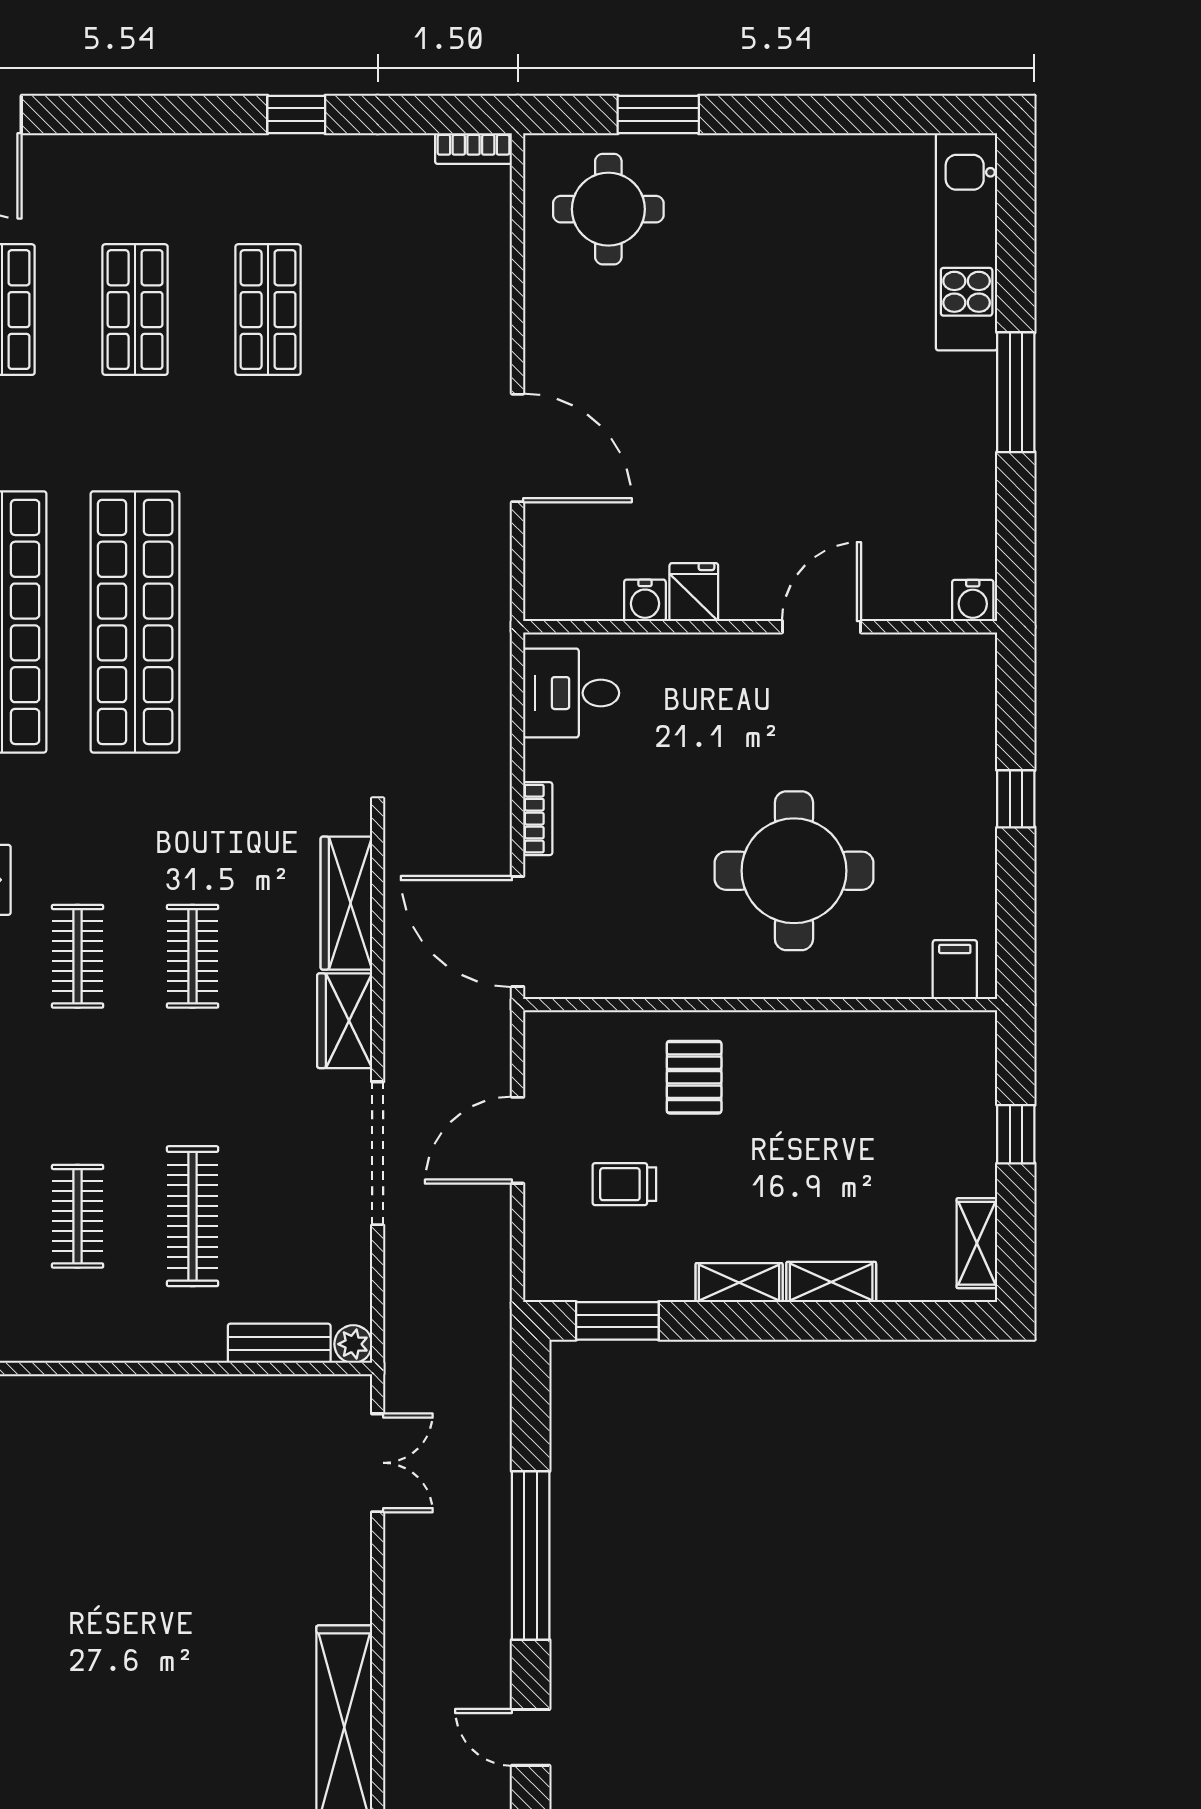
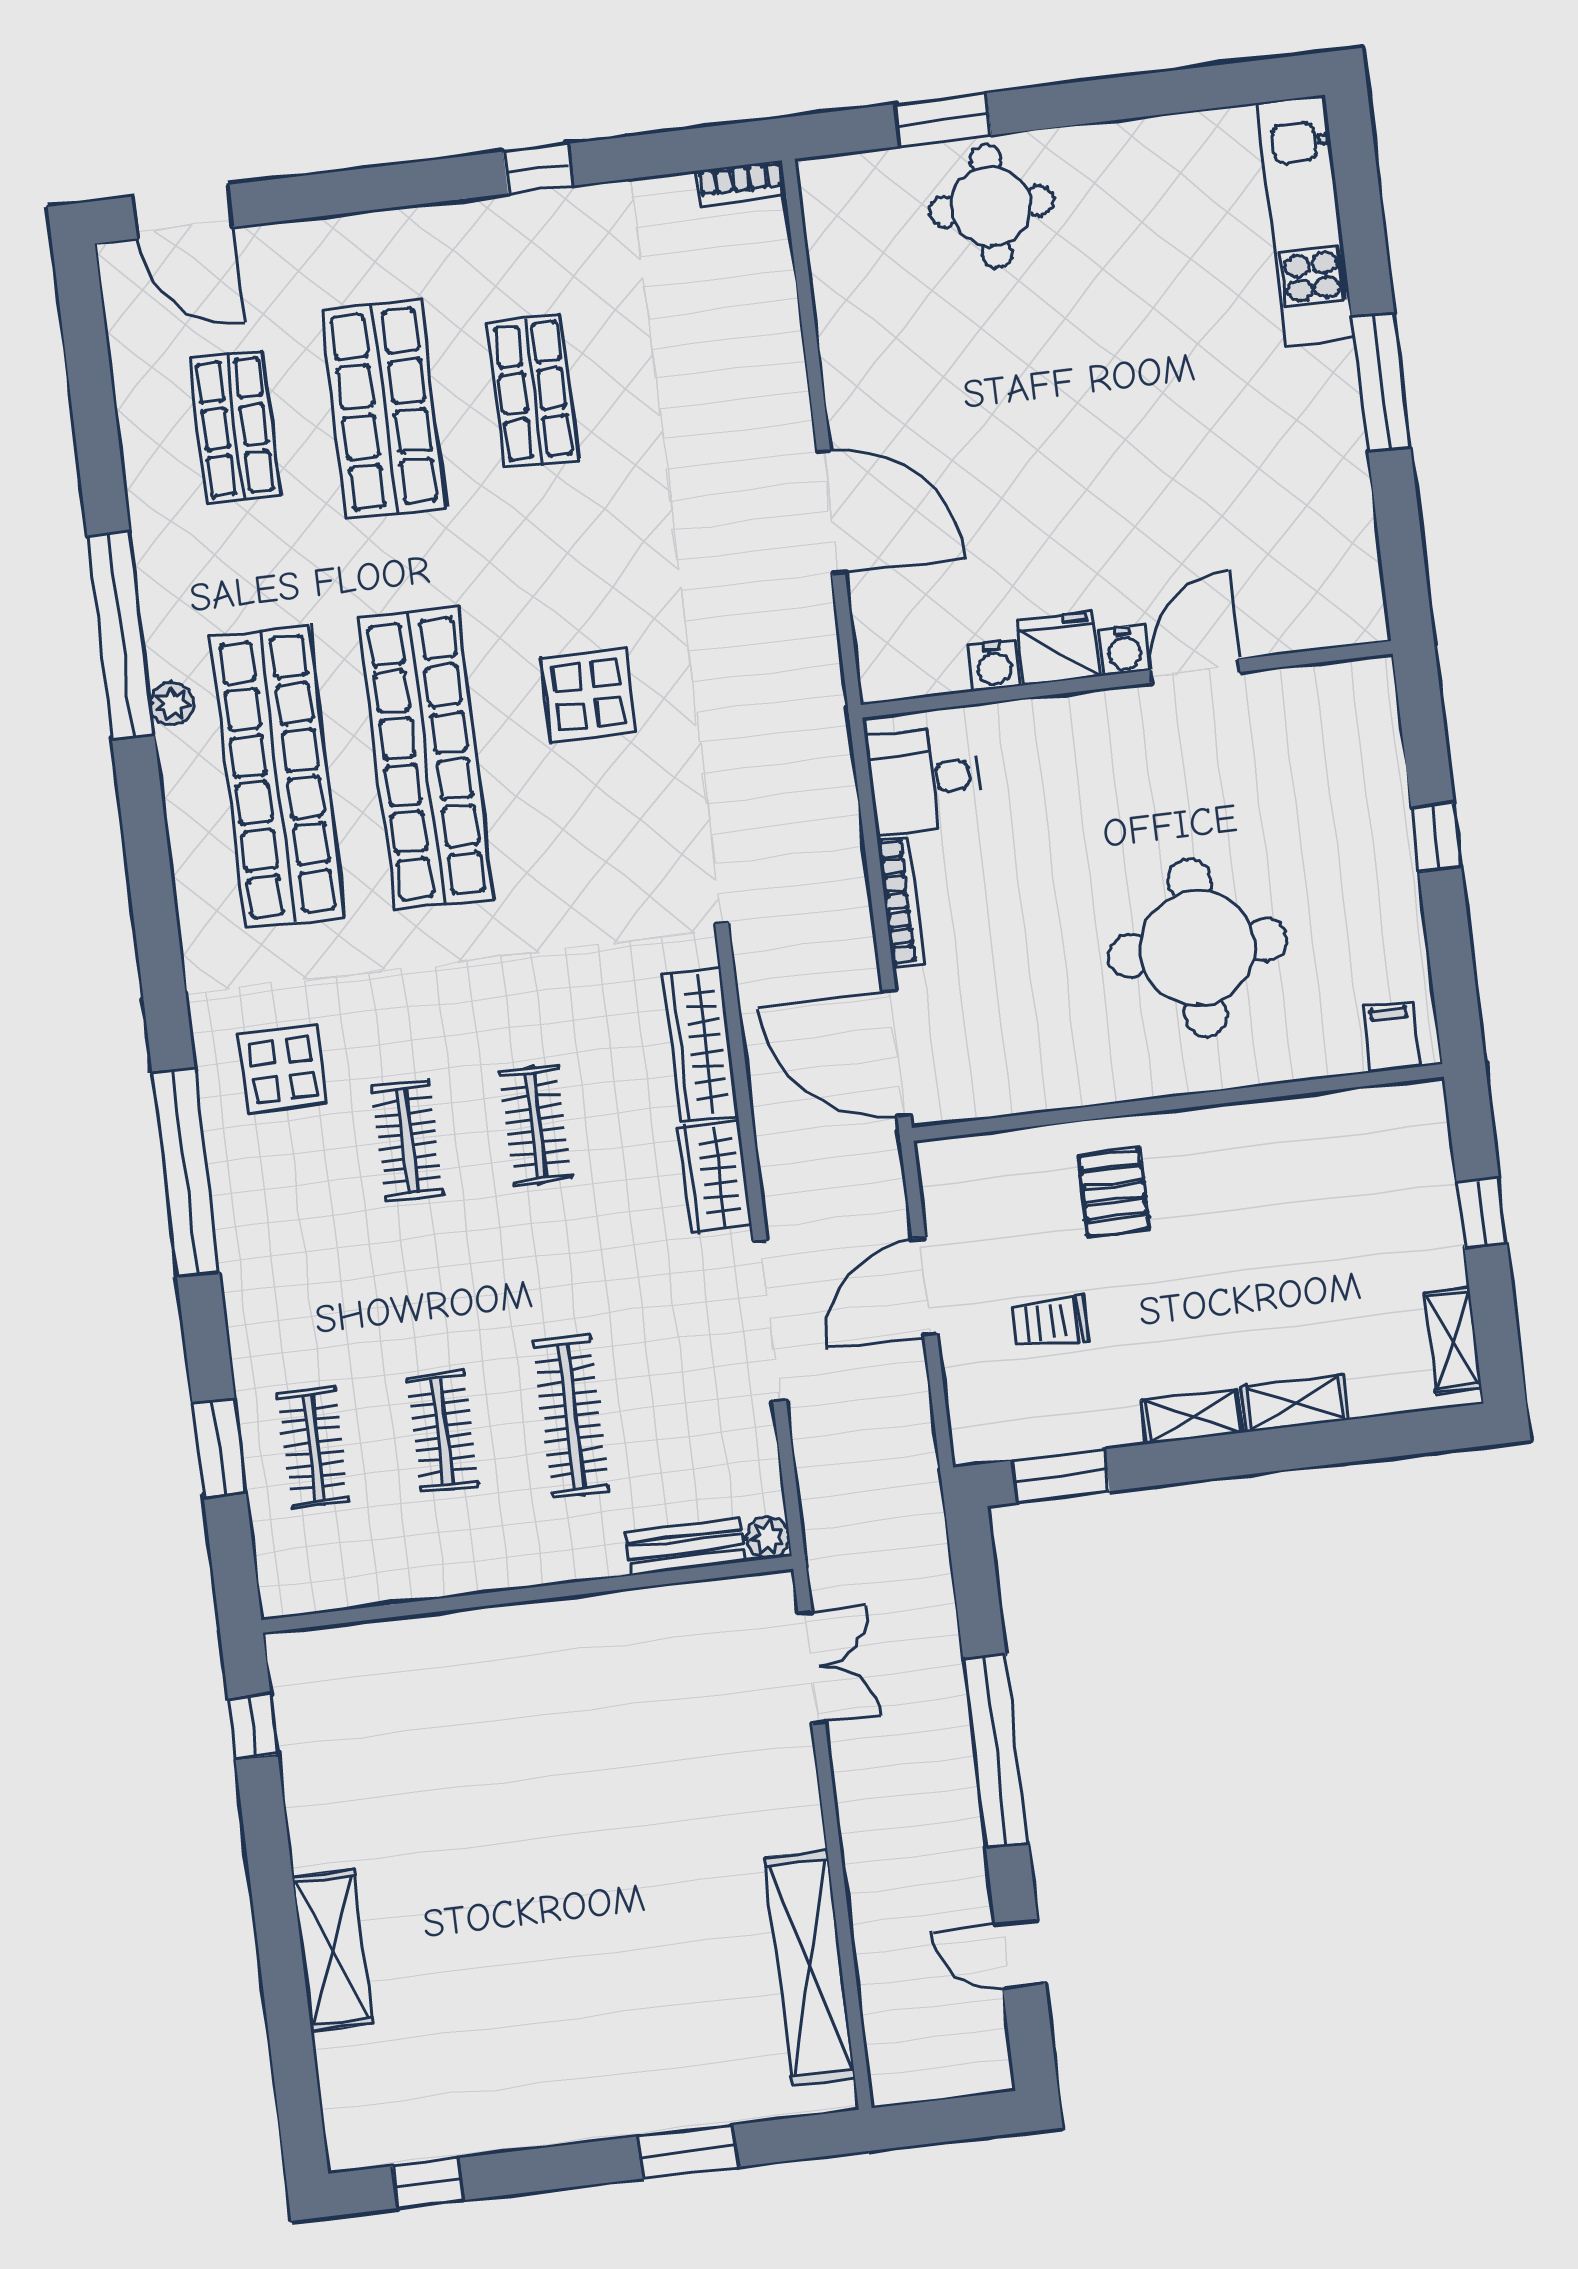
round table: (608, 209) -> (991, 206), moved
shop shelf: (135, 310) -> (384, 409), width x1.43, depth x1.36
display table: (285, 583) -> (589, 695), added
fridge: (694, 592) -> (1058, 648), width x1.38
water cooler: (973, 600) -> (1124, 650), moved
bookcase: (538, 819) -> (901, 901), width x1.56

